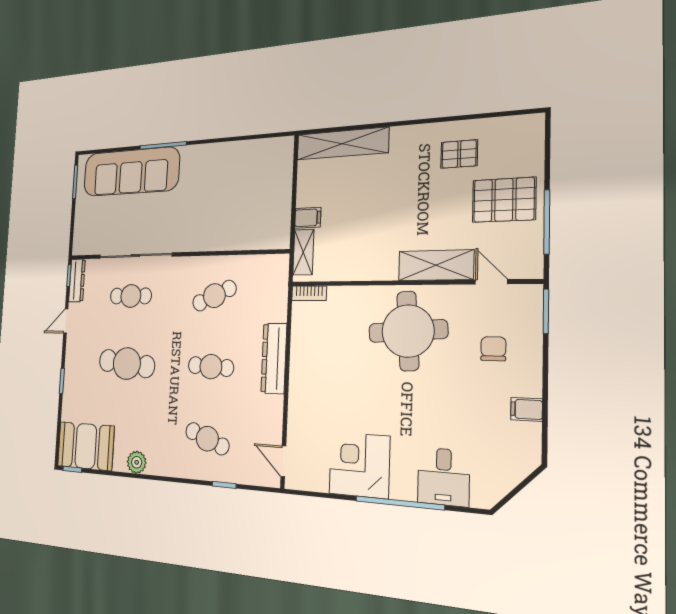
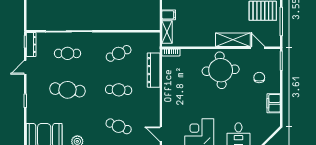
dresser: (274, 358) -> (154, 70), moved
filing cabinet: (527, 409) -> (274, 103), width x2.00

